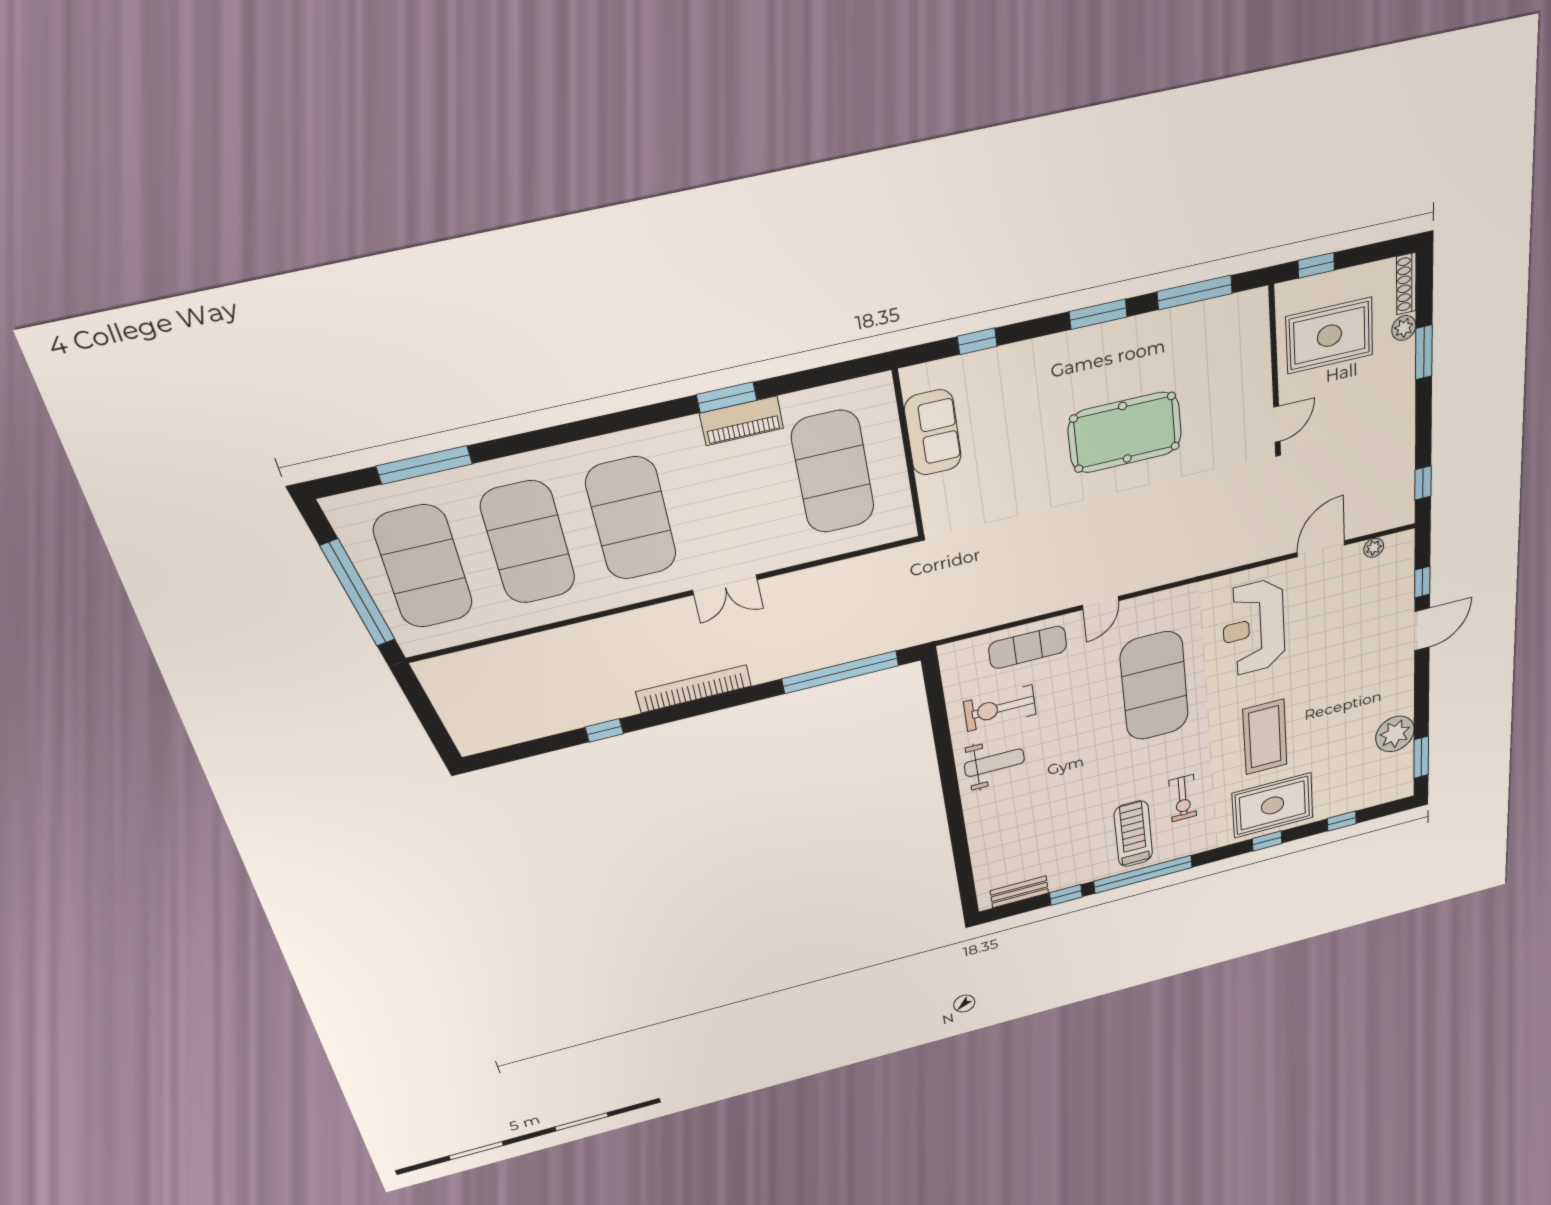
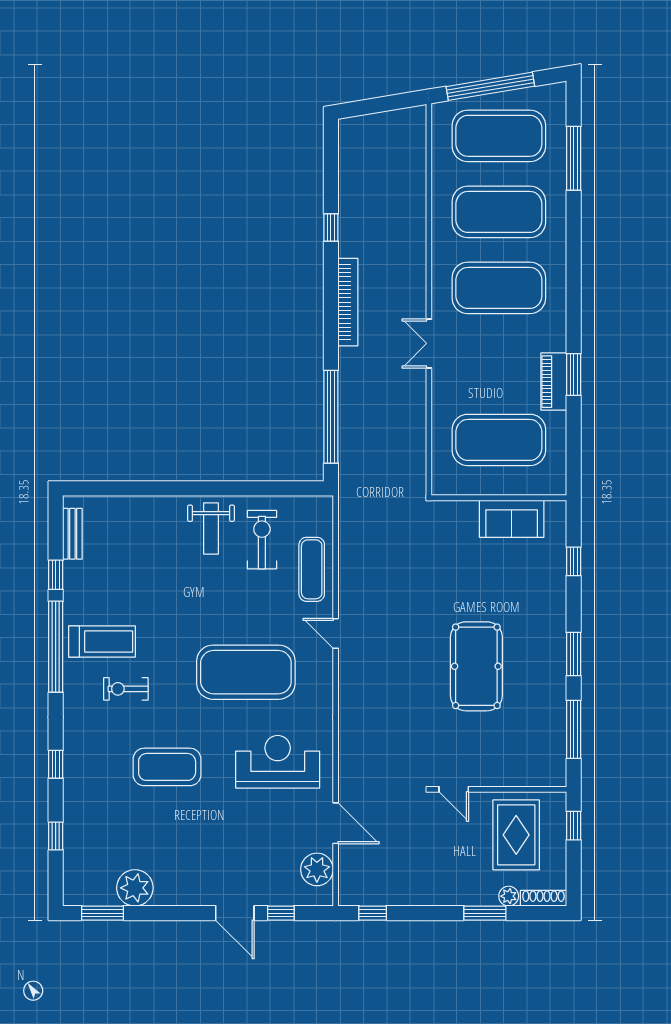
plant: (1374, 548) -> (317, 869), width x1.88, depth x1.88
rug: (1273, 805) -> (93, 771), removed

